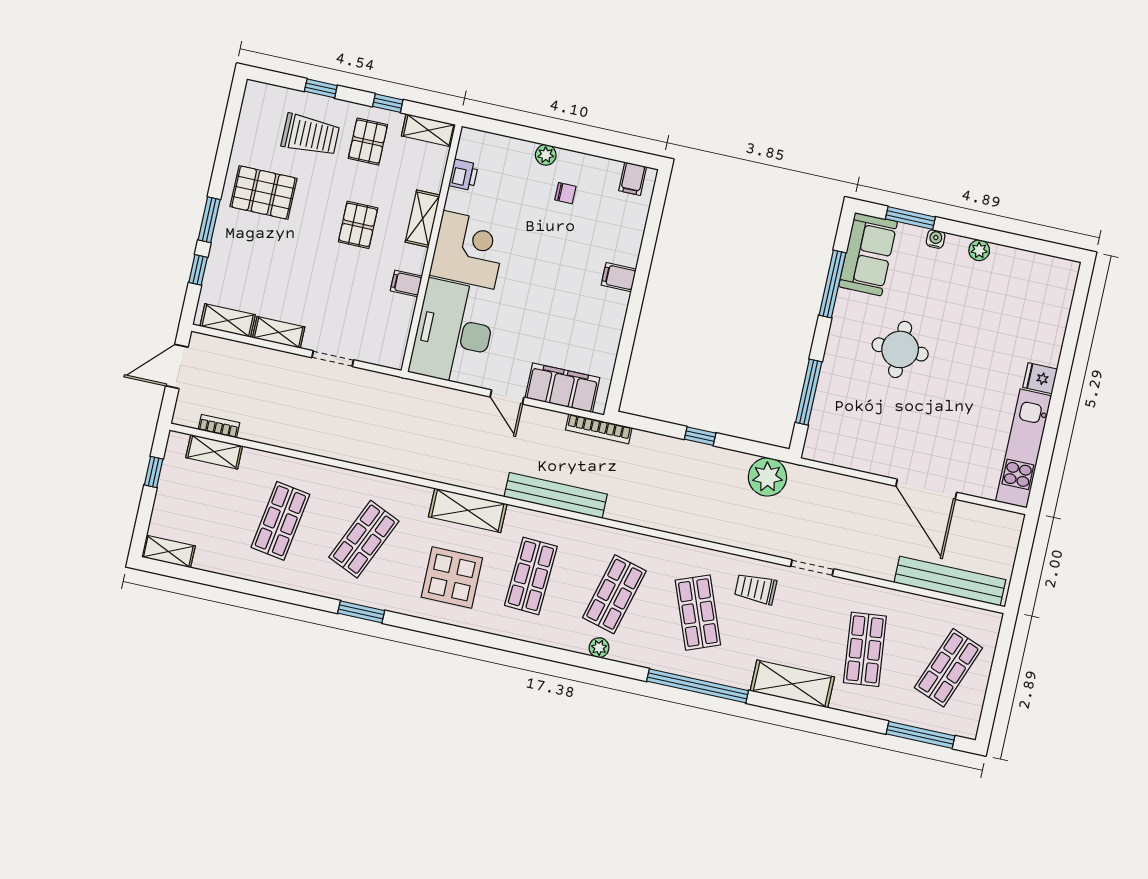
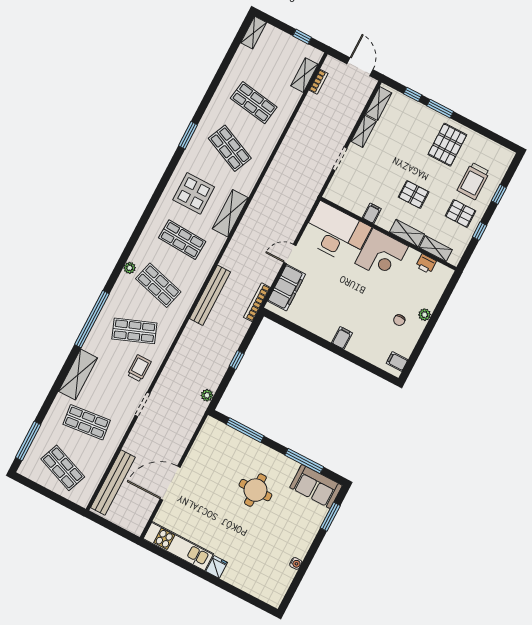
shelving: (429, 130) -> (436, 249), moved, turned 90
water cooler: (936, 239) -> (296, 563), moved
plant: (979, 250) -> (301, 552), removed
plant: (767, 477) -> (207, 395), width x0.53, depth x0.53
bench: (556, 495) -> (210, 295), moved

